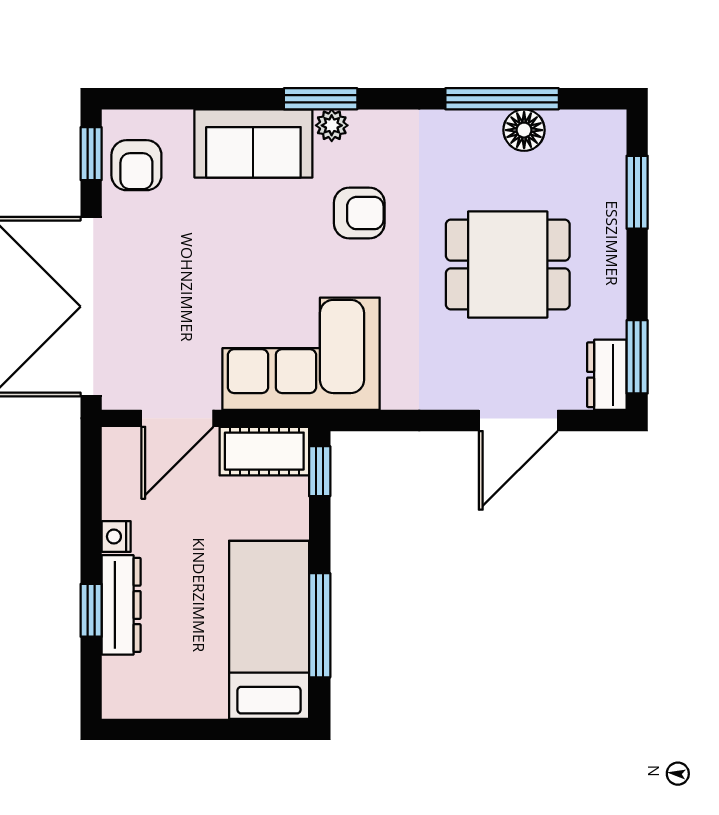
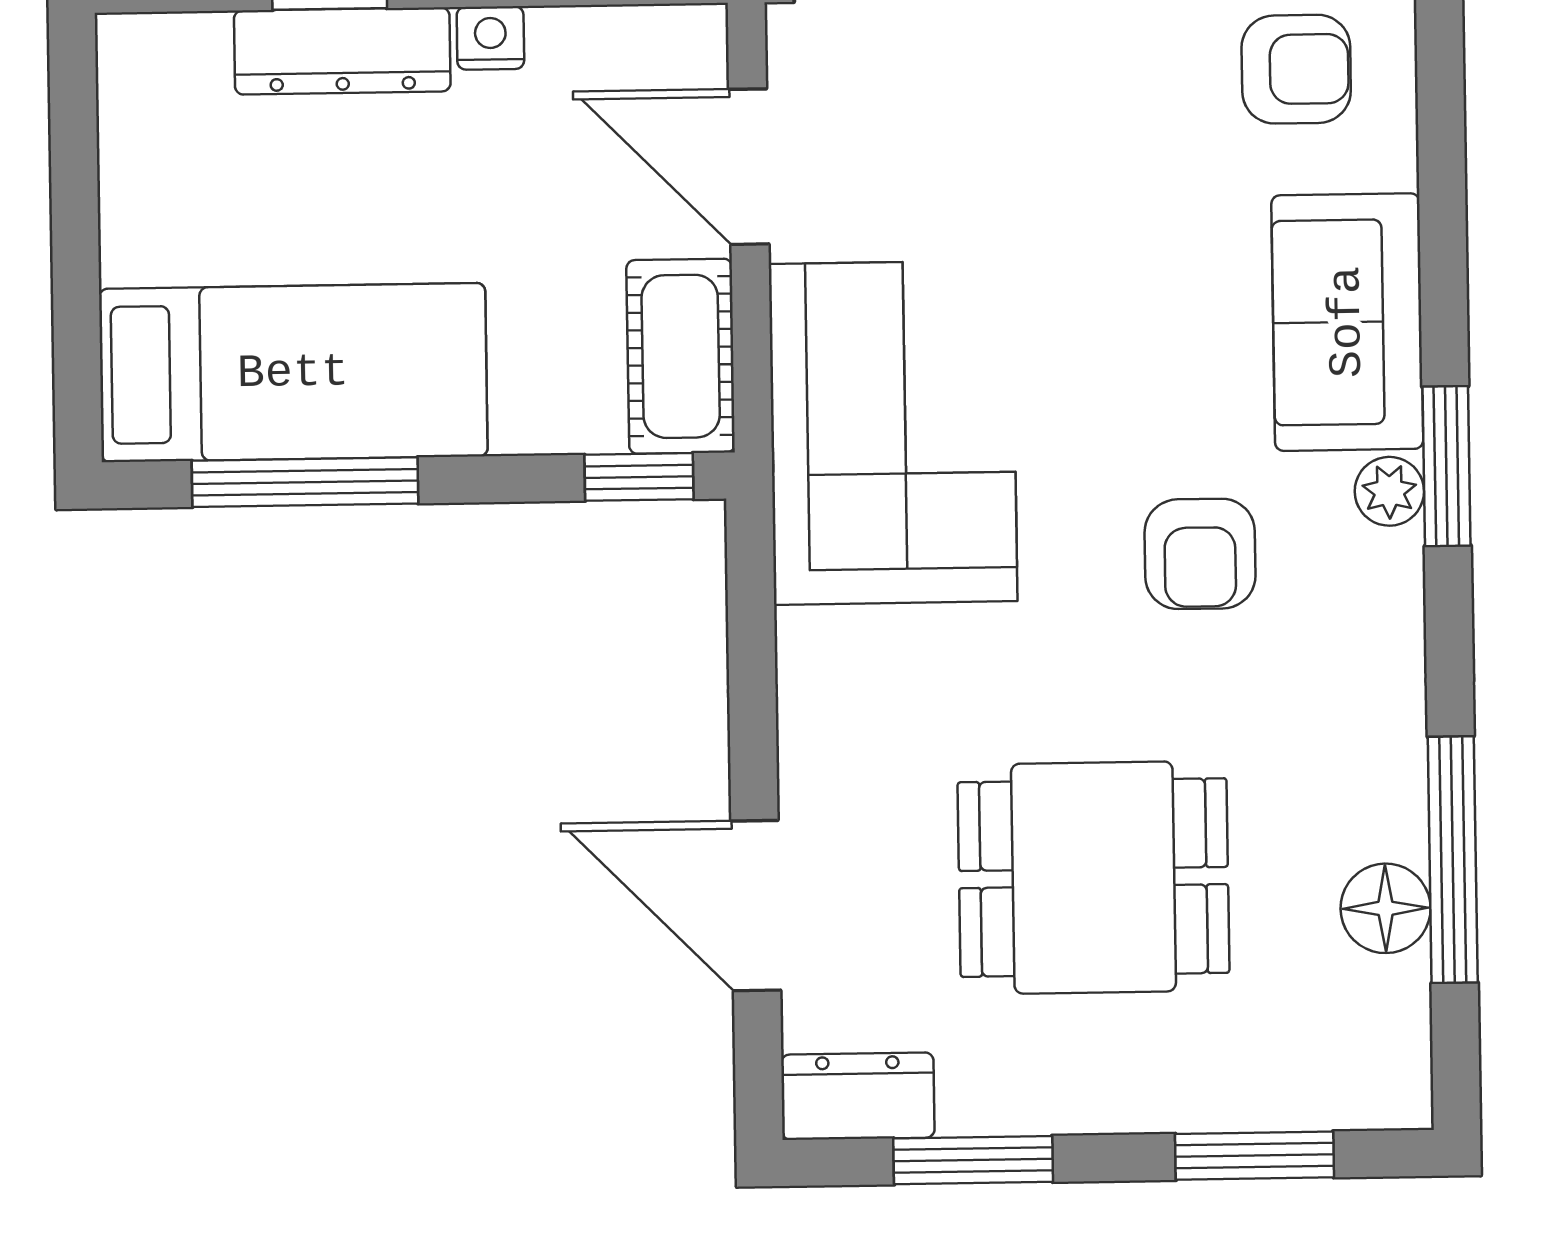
armchair: (136, 165) -> (1296, 69), turned 180
dining table: (508, 264) -> (1093, 878), turned 90
window: (637, 357) -> (973, 1160), moved

